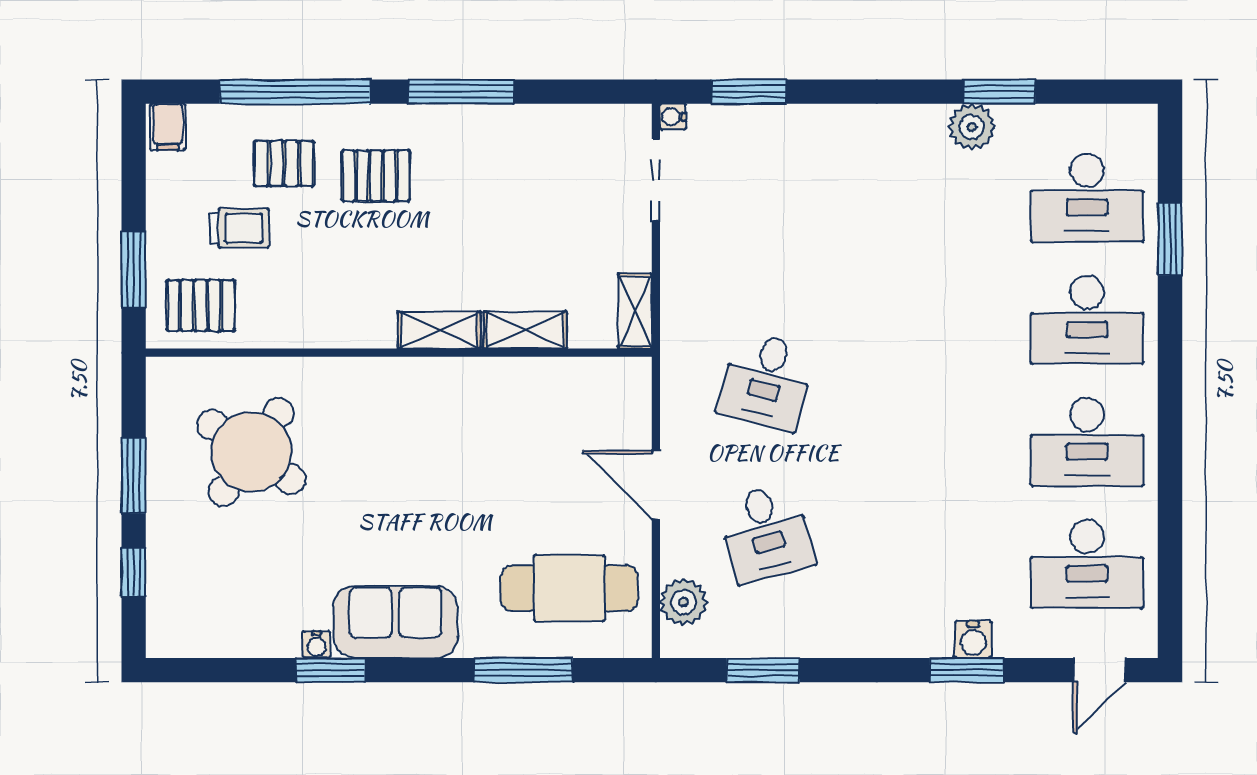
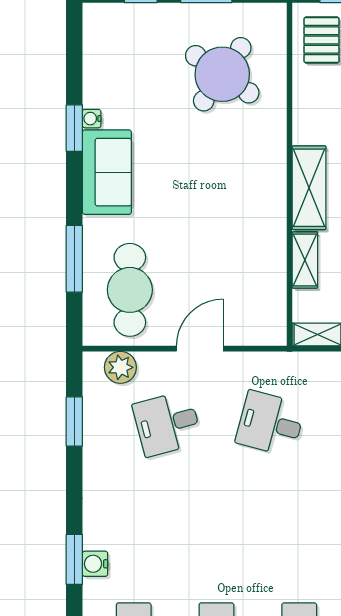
shelving: (439, 330) -> (309, 188), width x1.50, depth x1.33

